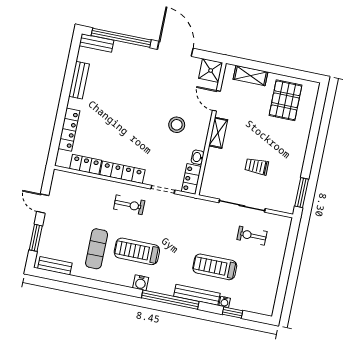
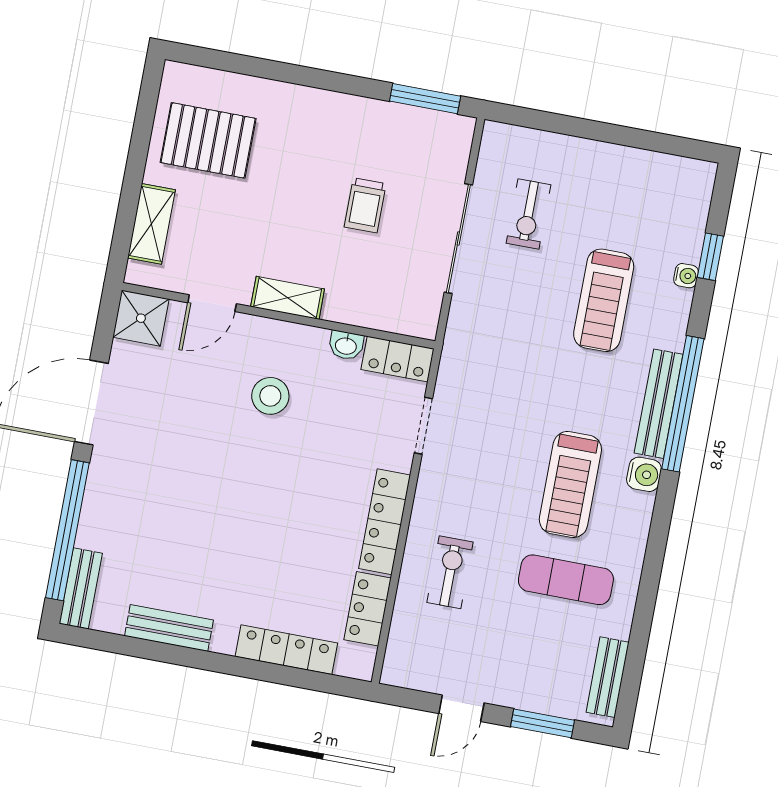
exercise bike: (129, 205) -> (450, 572), moved
bench: (197, 295) -> (659, 404), moved

